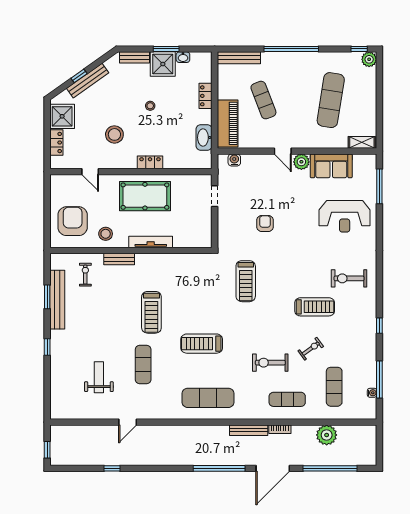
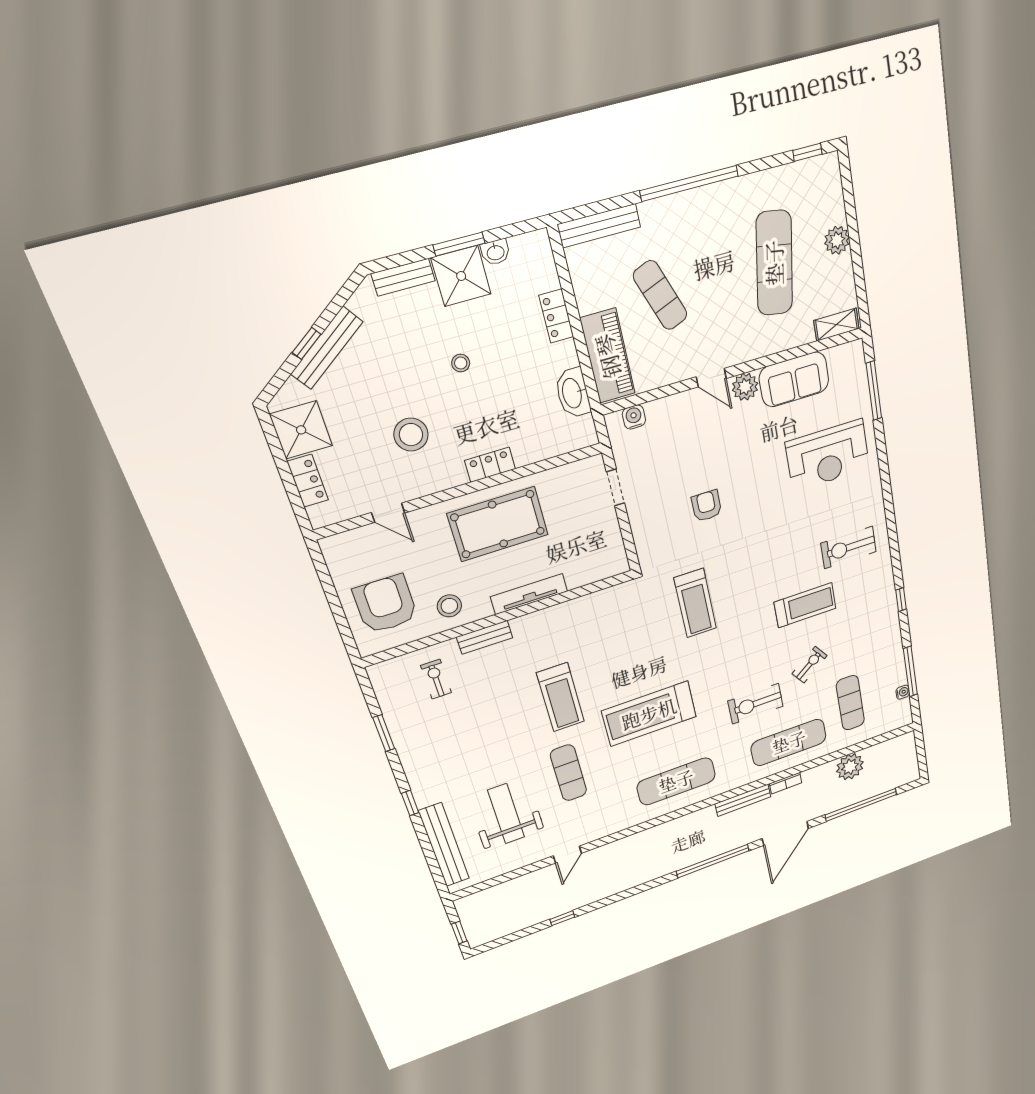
plant: (369, 59) -> (837, 240), moved
bench: (57, 300) -> (444, 845), moved
treadmill: (202, 344) -> (649, 714), width x1.37, depth x1.38
weight bench: (99, 377) -> (506, 814), width x1.36, depth x1.33
exercise mat: (287, 399) -> (789, 742), width x1.36, depth x1.45

